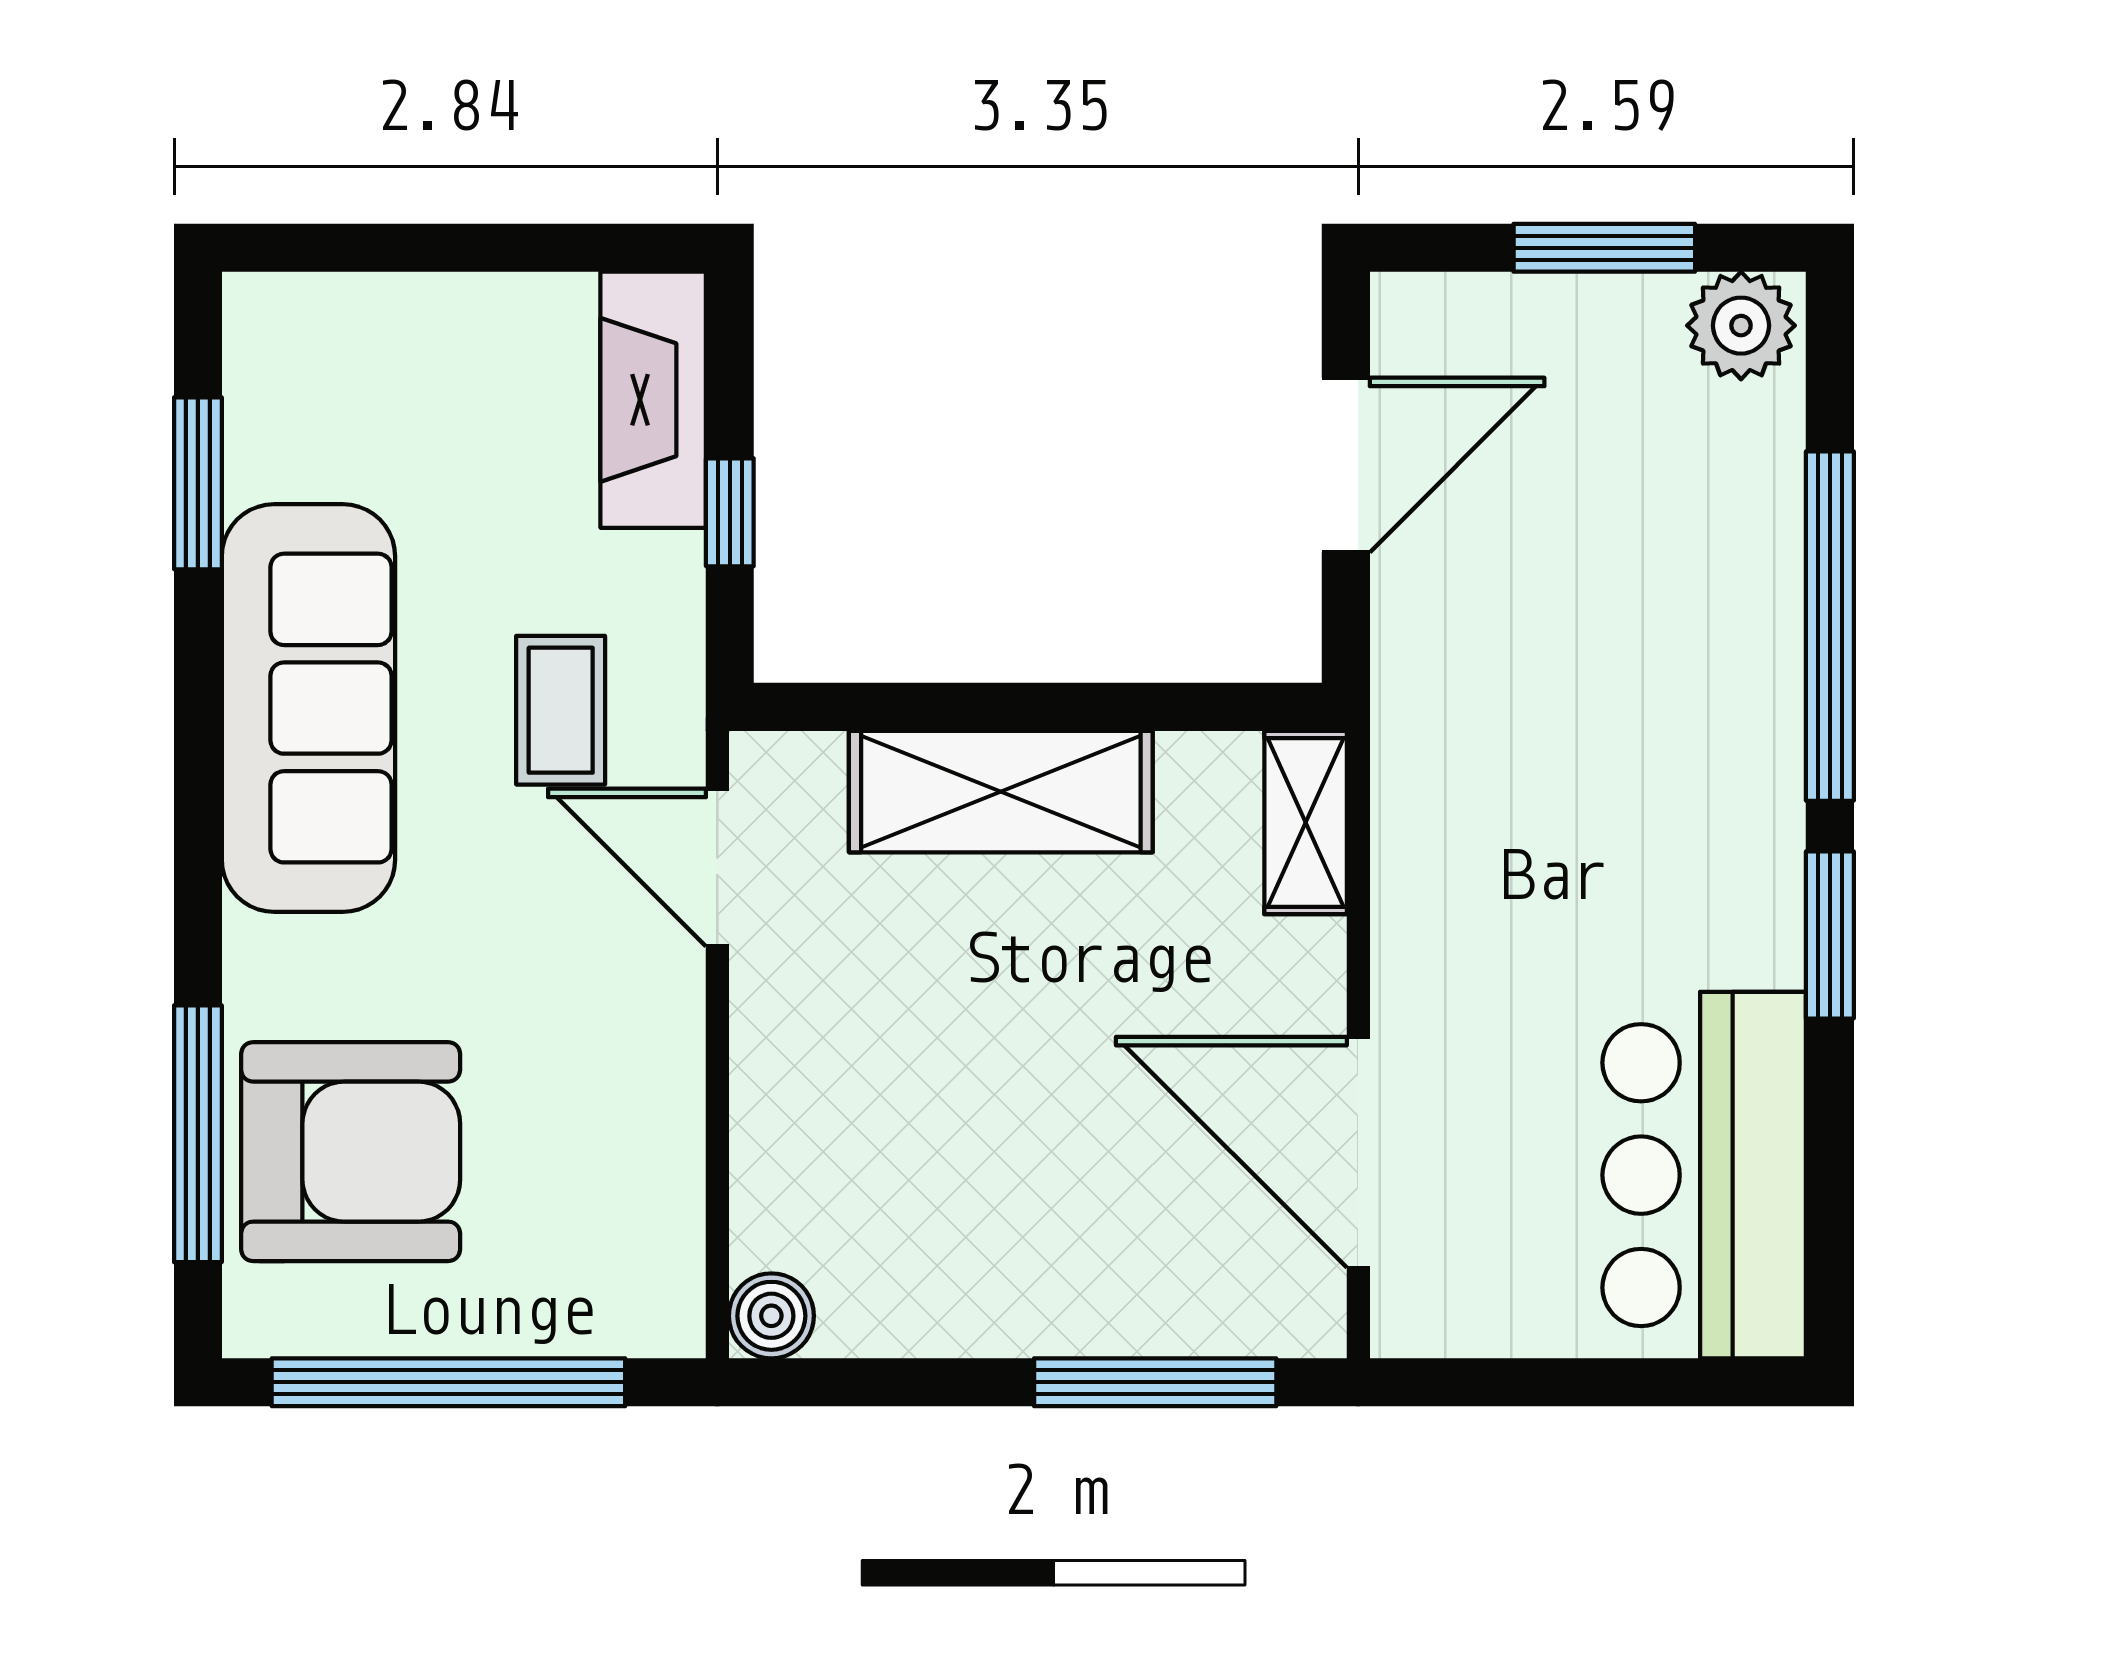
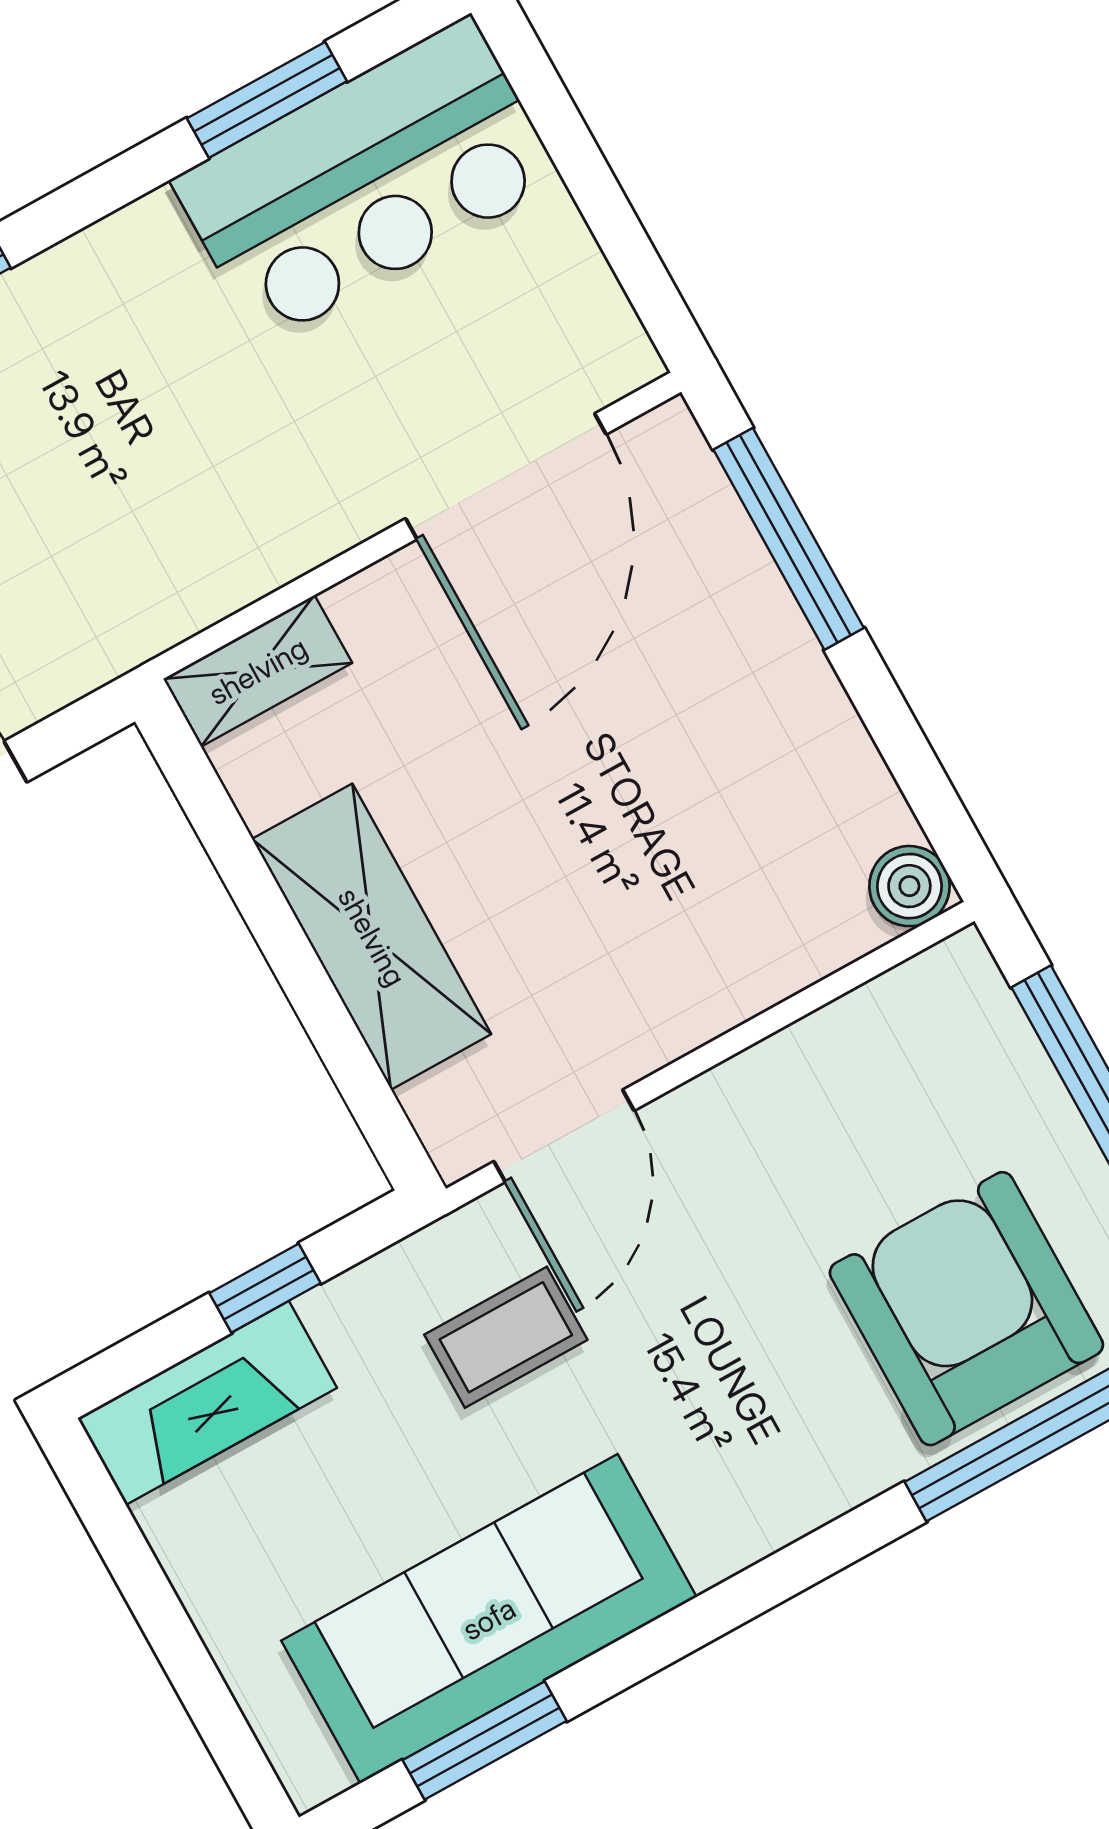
sofa: (308, 708) -> (489, 1619), moved
window: (1830, 935) -> (267, 100), moved

